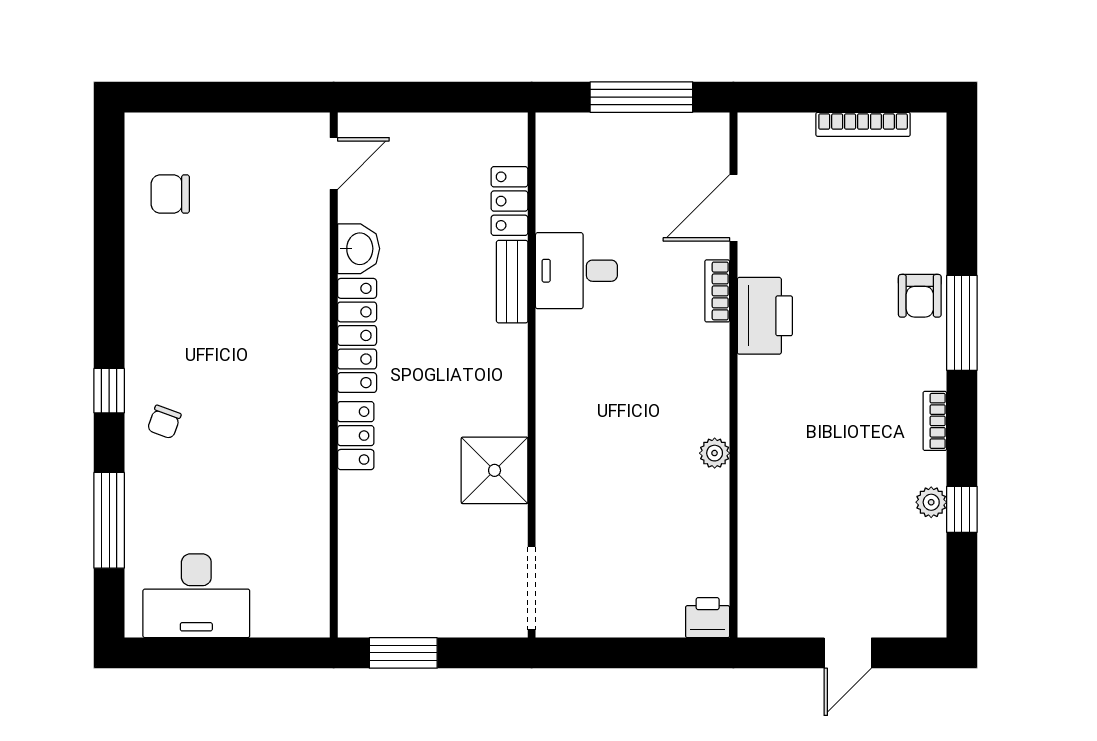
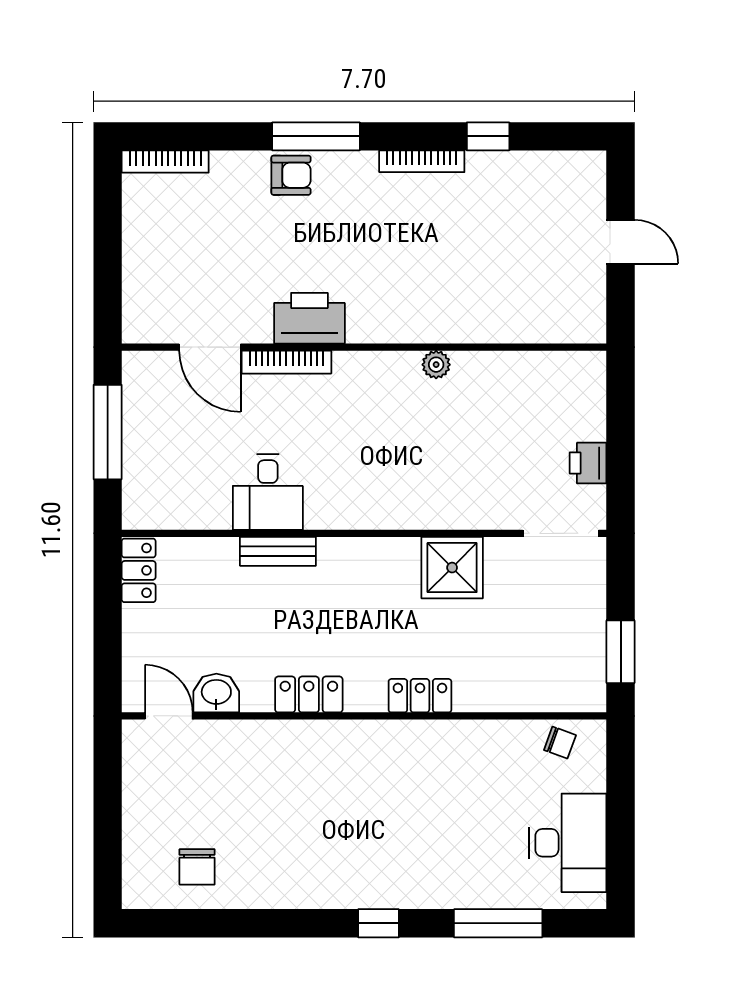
bookcase: (863, 124) -> (165, 162), moved, turned 90
locker: (509, 201) -> (139, 570), moved, turned -90
washbasin: (359, 249) -> (216, 693), moved
bookcase: (717, 291) -> (286, 362), width x1.56
locker: (357, 335) -> (309, 694), width x0.66
bookcase: (935, 421) -> (422, 161), width x1.56
chair: (164, 422) -> (560, 743), moved
plant: (931, 502) -> (482, 165), removed
printer: (708, 618) -> (588, 463), moved

